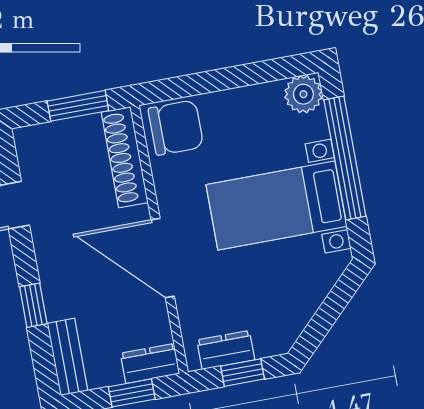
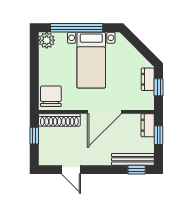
window: (78, 106) -> (34, 136), width x0.67
window: (33, 305) -> (137, 170), moved
dresser: (226, 350) -> (148, 79), moved
bench: (67, 357) -> (133, 159), width x1.36

